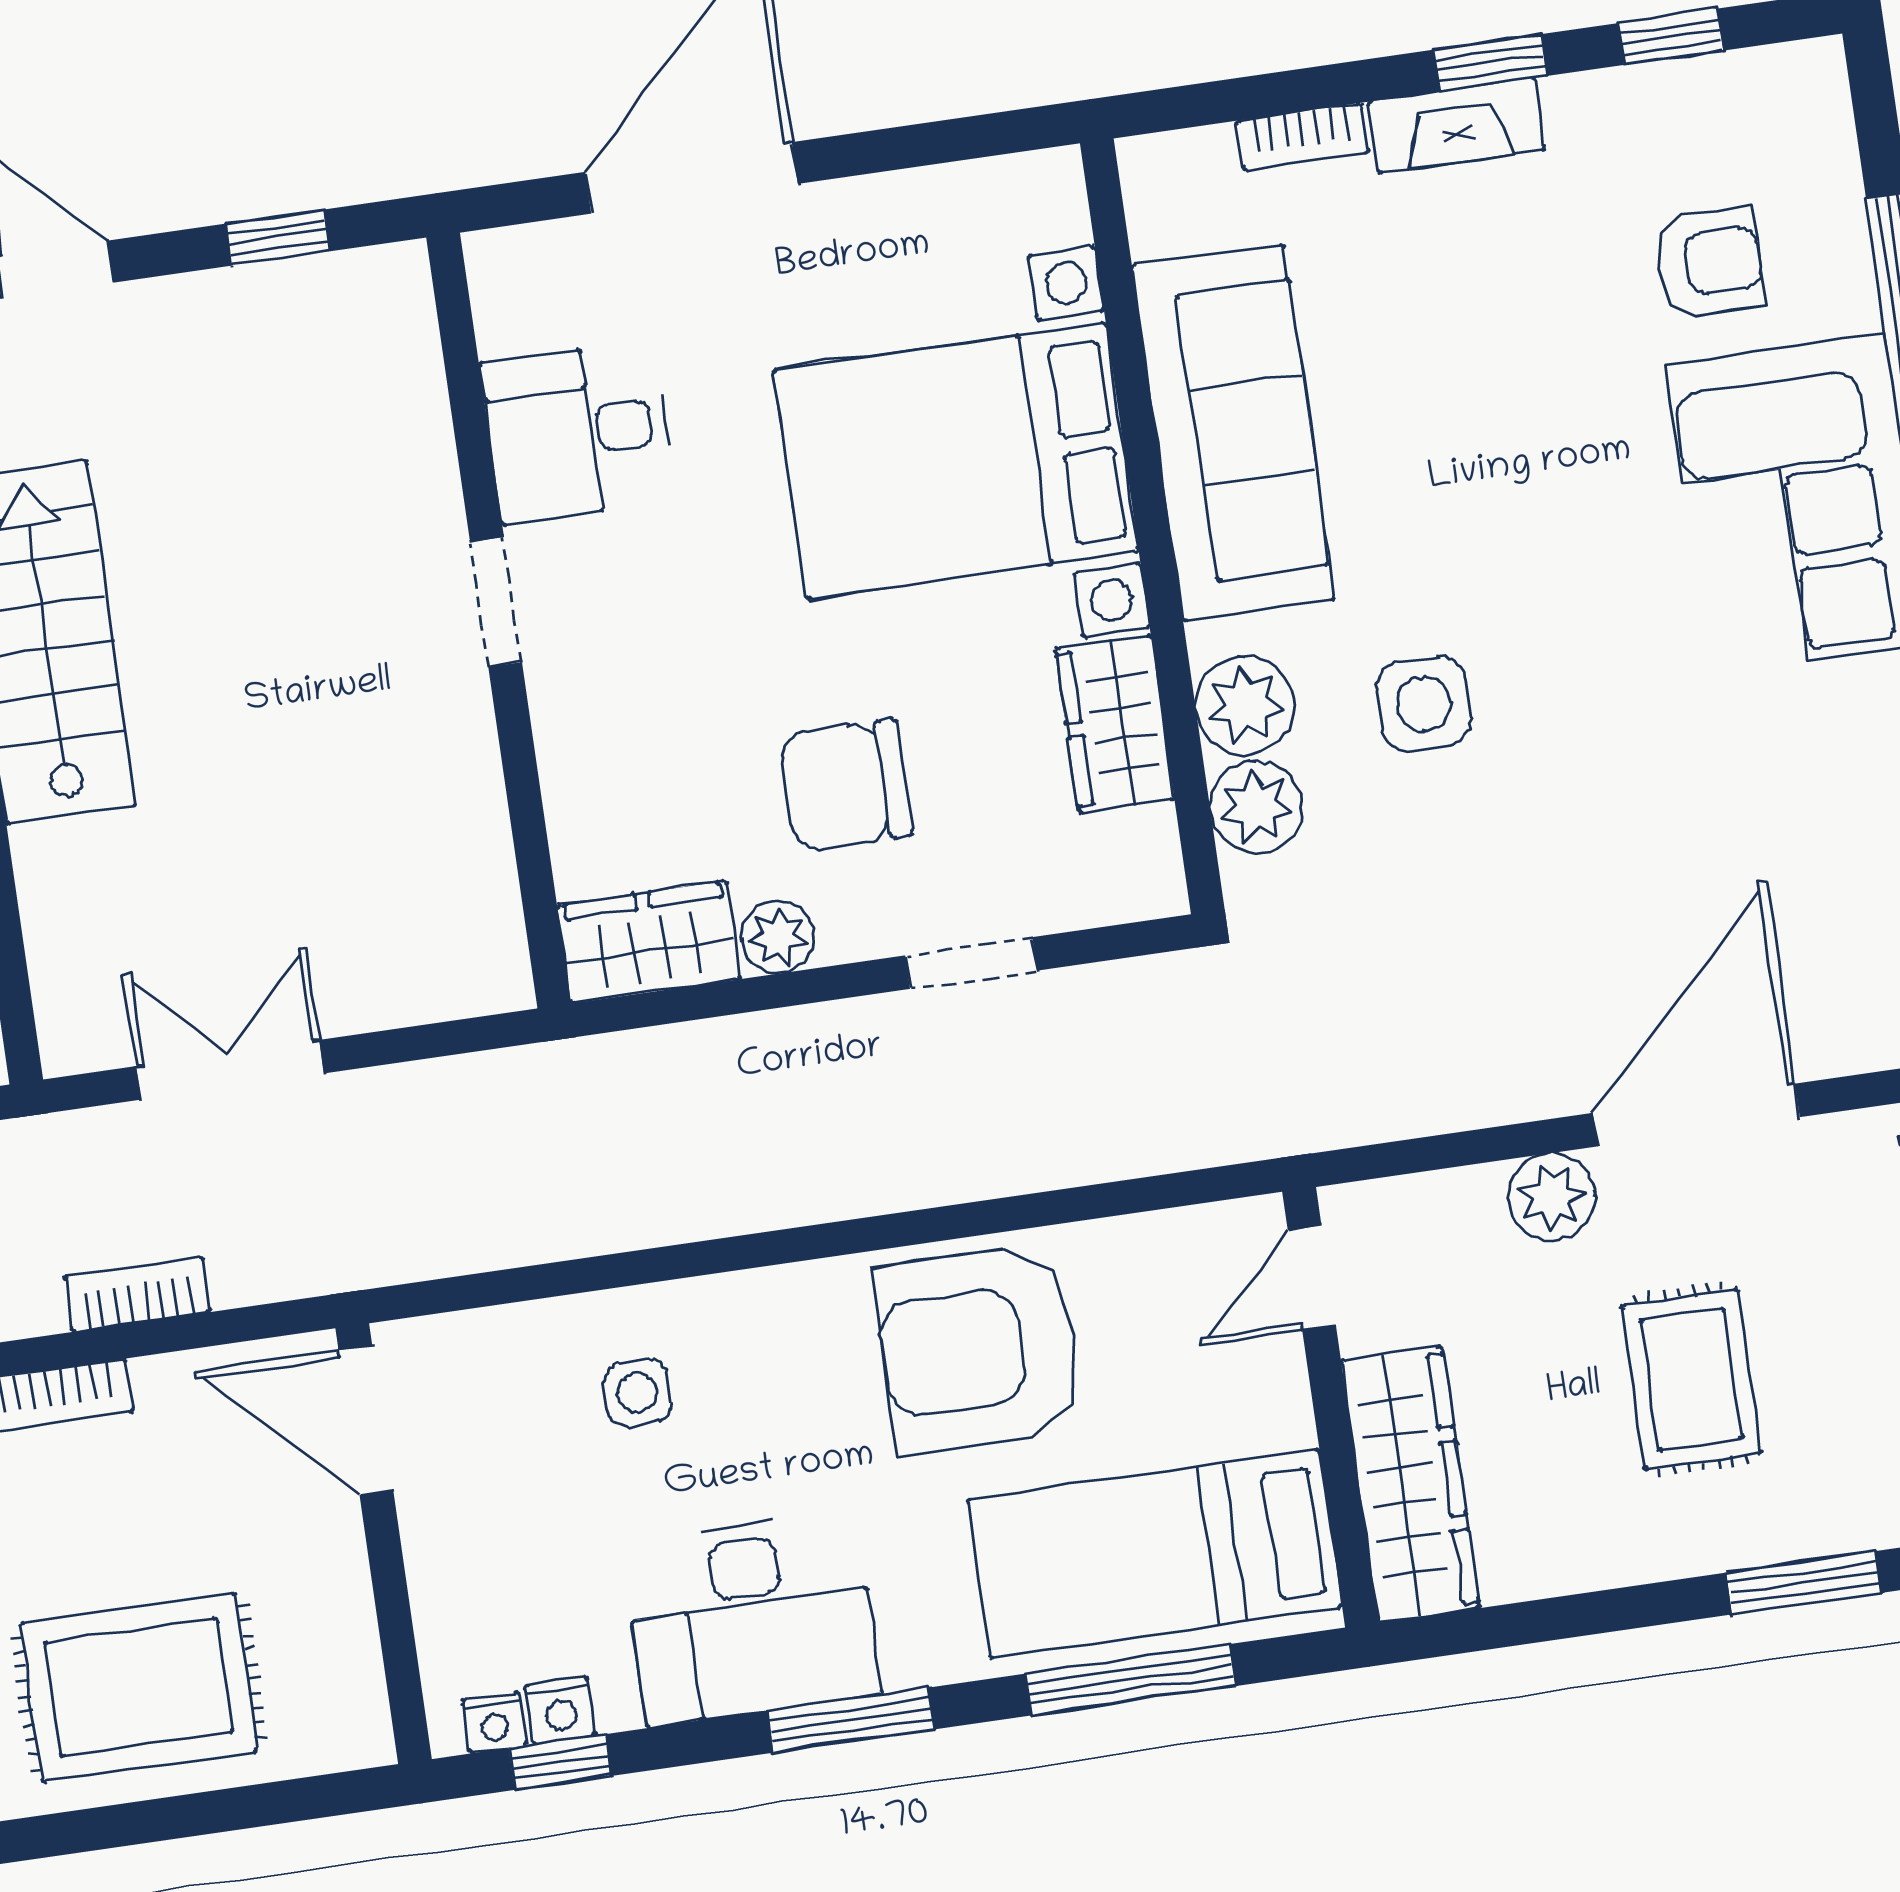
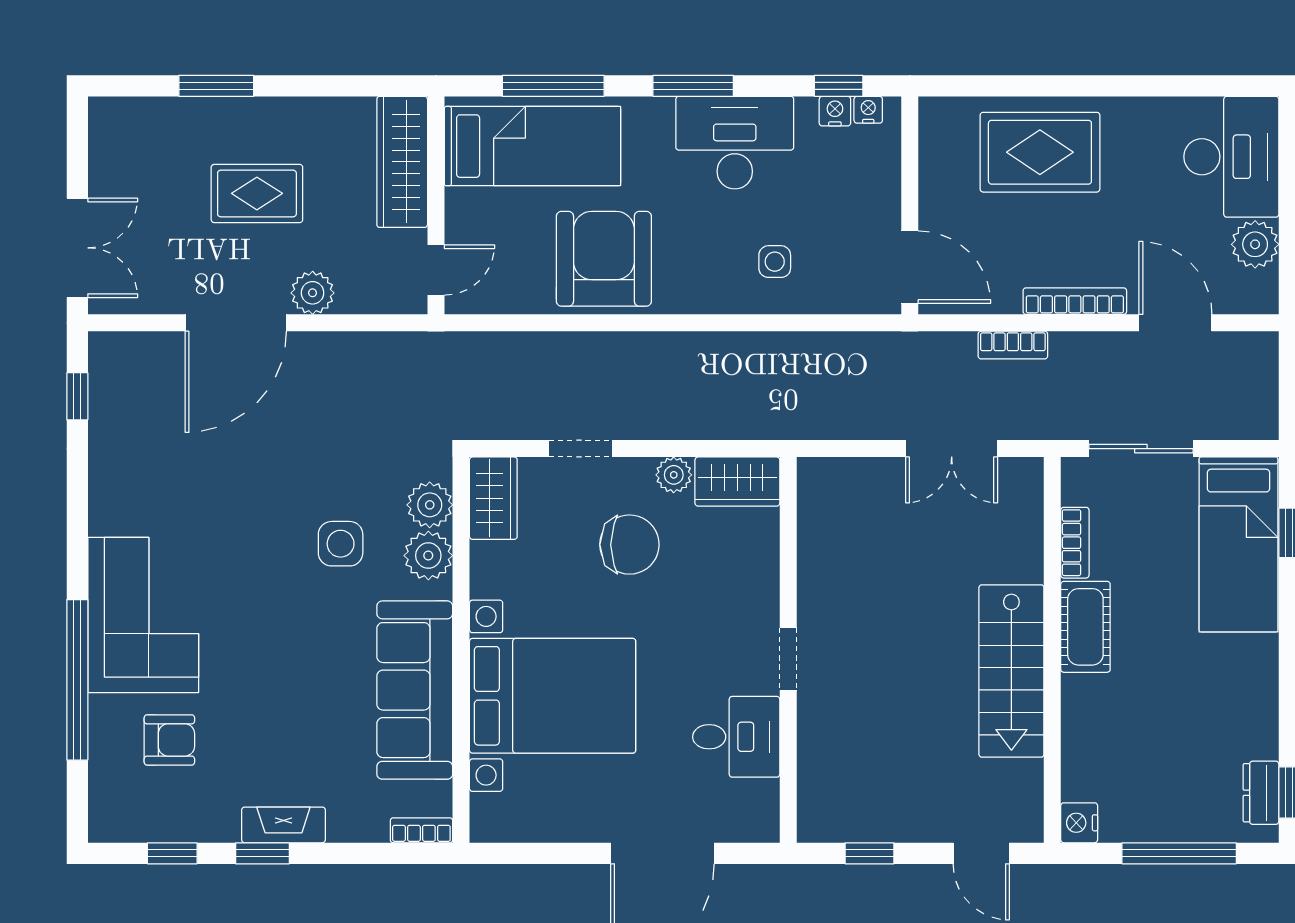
bookcase: (1302, 137) -> (421, 830), moved
armchair: (1709, 262) -> (169, 740), turned 180
wardrobe: (1115, 724) -> (493, 498), moved
armchair: (979, 1349) -> (604, 259), turned -90
rug: (1691, 1379) -> (257, 193), turned 90

